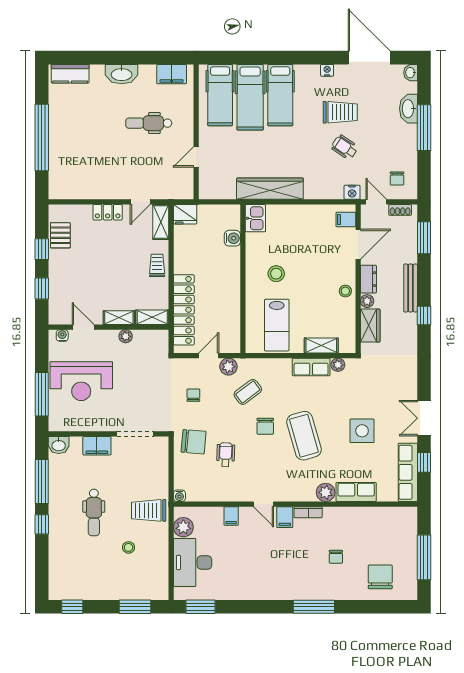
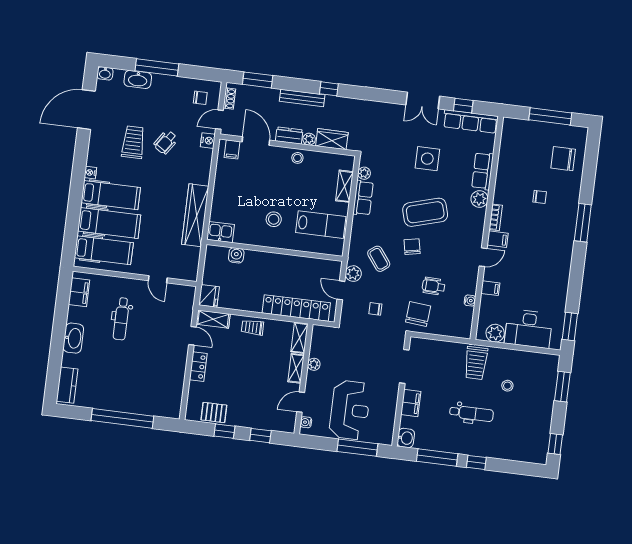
nightstand: (327, 70) -> (90, 173), moved
chair: (265, 426) -> (412, 247), turned -101
water cooler: (179, 496) -> (470, 301), moved

